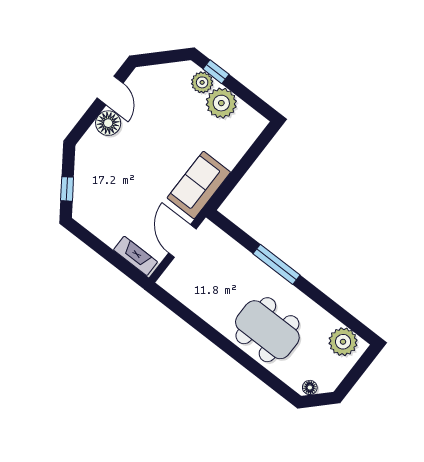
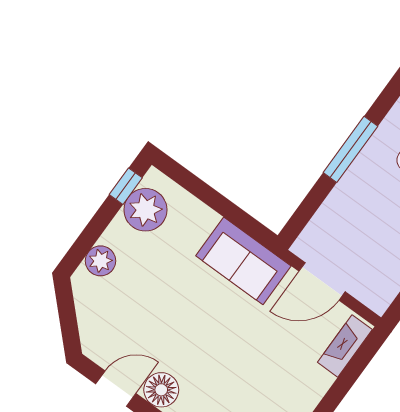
window: (216, 72) -> (126, 186), moved
plant: (221, 103) -> (145, 210), moved

